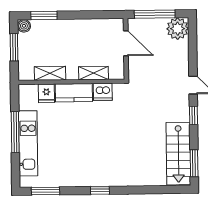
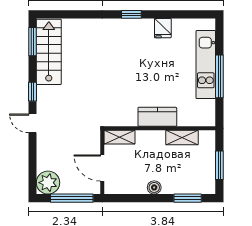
boiler: (24, 26) -> (154, 187), moved
shelving: (94, 73) -> (120, 137), moved
dishwasher: (103, 92) -> (127, 117), removed
fridge: (46, 93) -> (163, 28), moved, turned 180
window: (45, 191) -> (188, 14), removed

